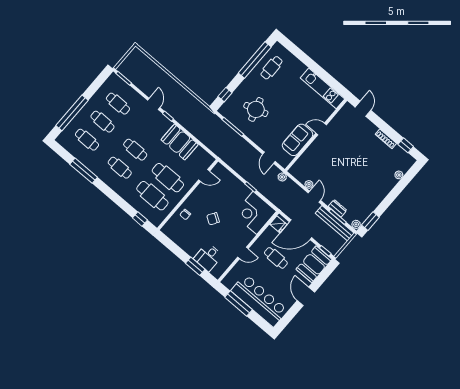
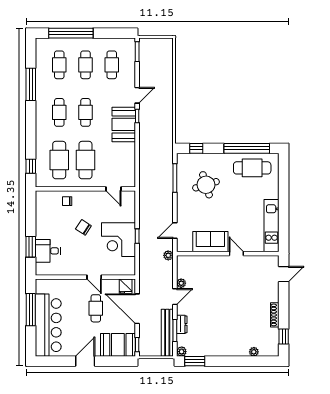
cafe table: (271, 68) -> (252, 168), width x1.37, depth x1.35
booth: (180, 142) -> (124, 124), moved
corner desk: (255, 213) -> (118, 240), moved, turned -90
door: (243, 253) -> (94, 277), moved

